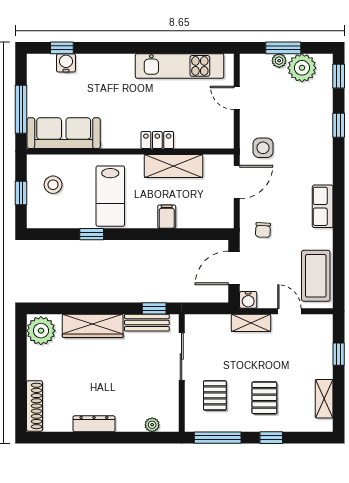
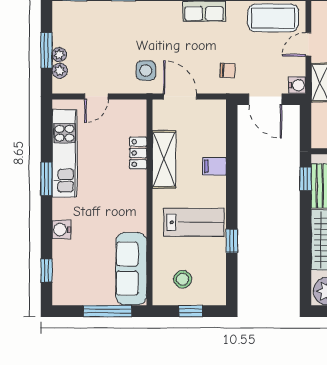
window: (154, 48) -> (46, 179), added
water cooler: (66, 63) -> (61, 229), moved
plant: (302, 68) -> (60, 71), moved, width x0.53, depth x0.53
locker: (157, 140) -> (138, 153), moved

